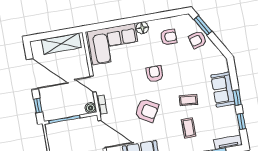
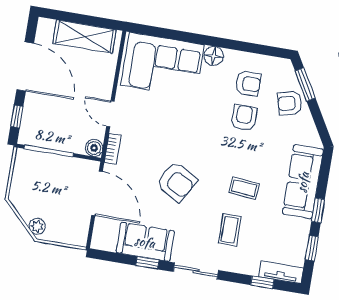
armchair: (155, 74) -> (244, 118), moved
sofa: (223, 90) -> (303, 182), width x1.36

